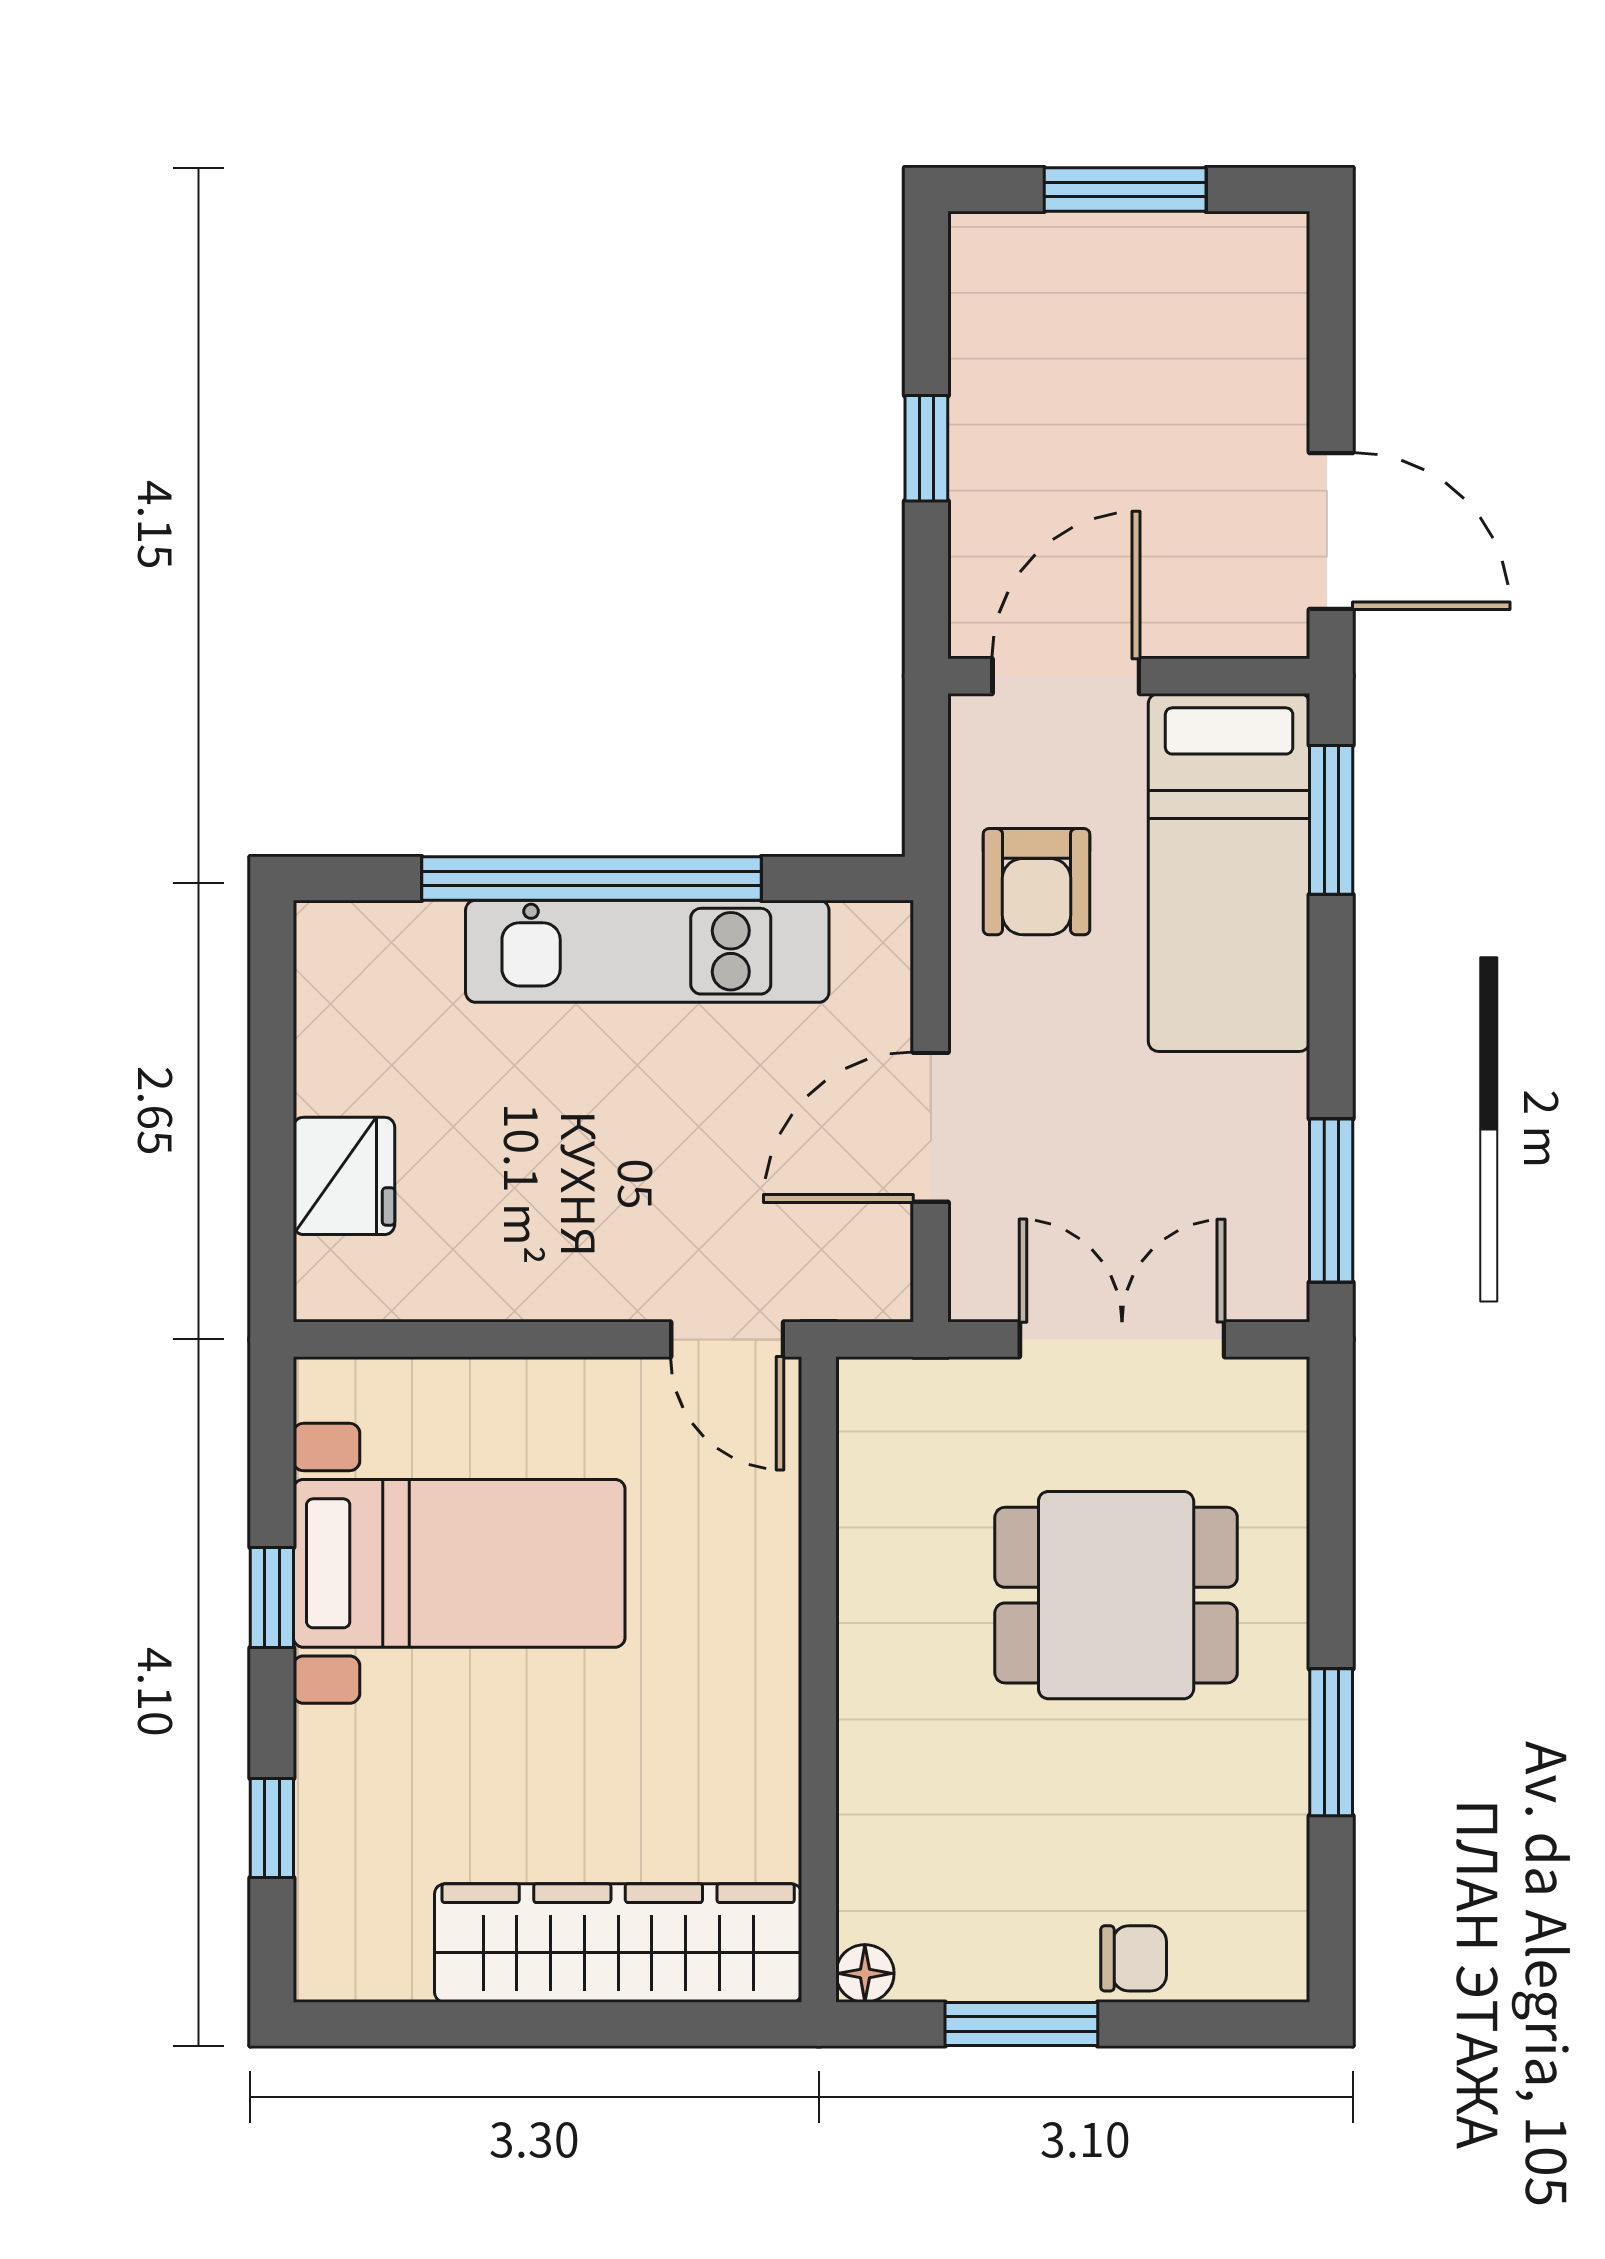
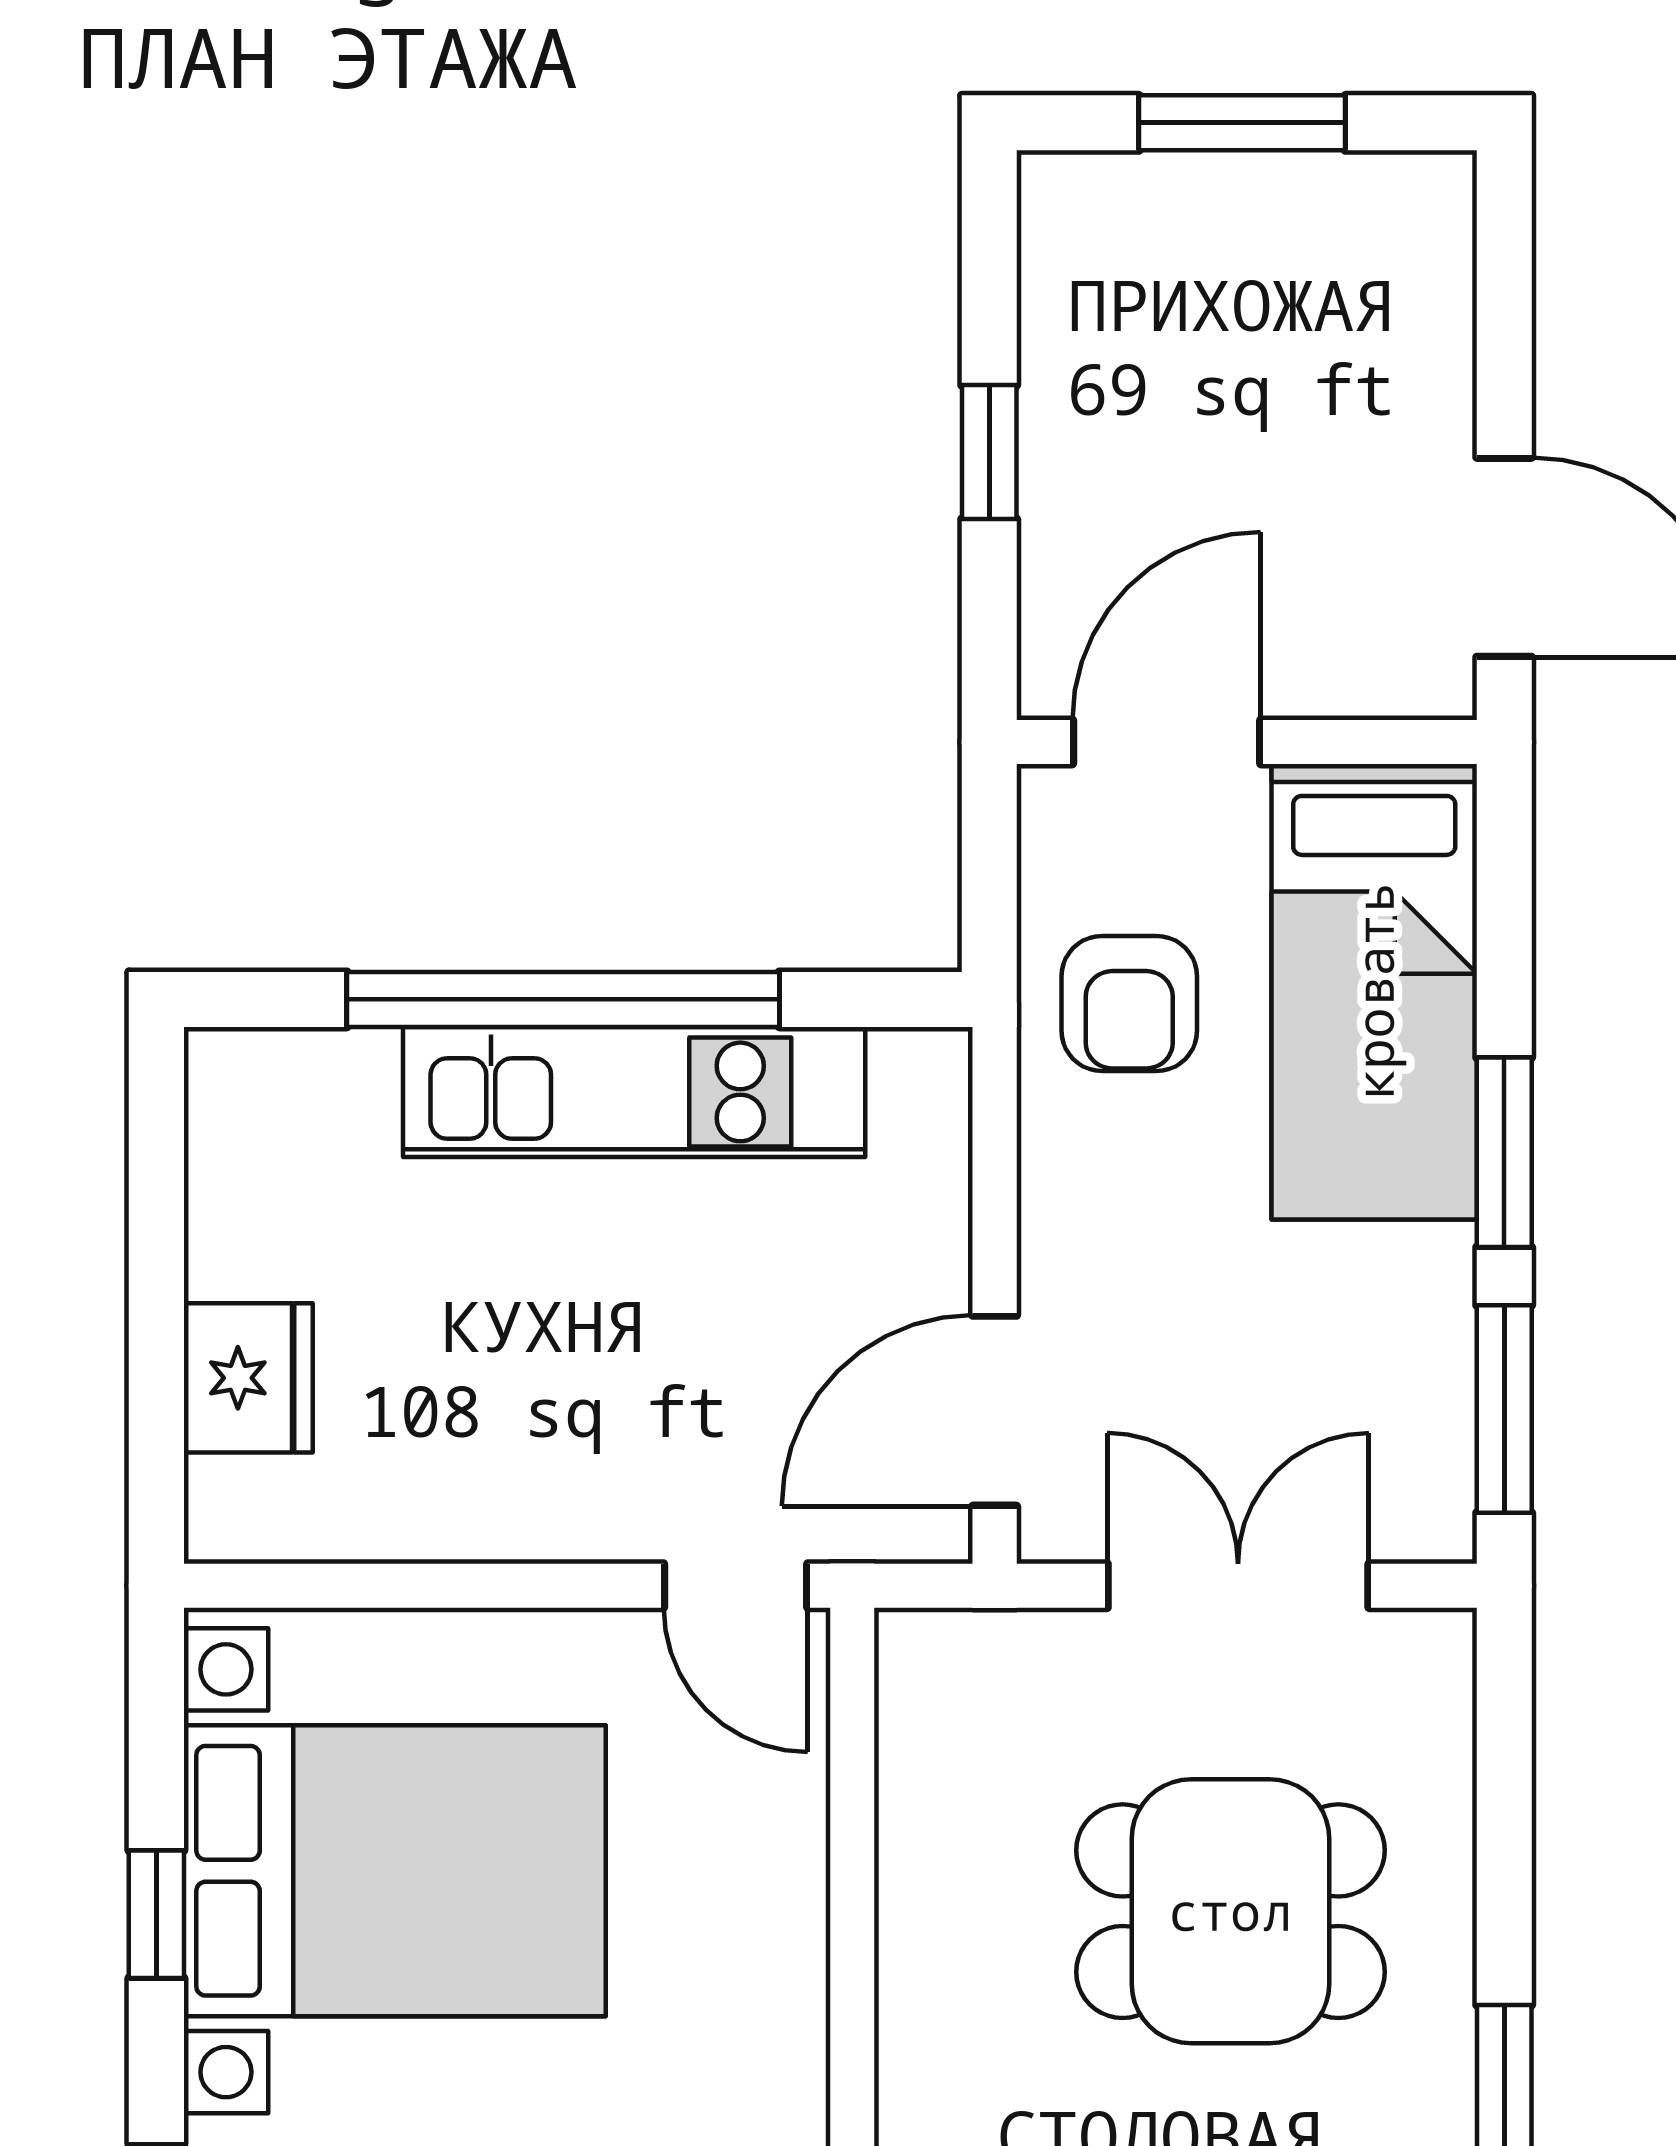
window: (1331, 820) -> (1504, 1152), moved
door: (931, 1127) -> (995, 1411), moved
bed with nightstands: (459, 1563) -> (395, 1871), width x1.36

